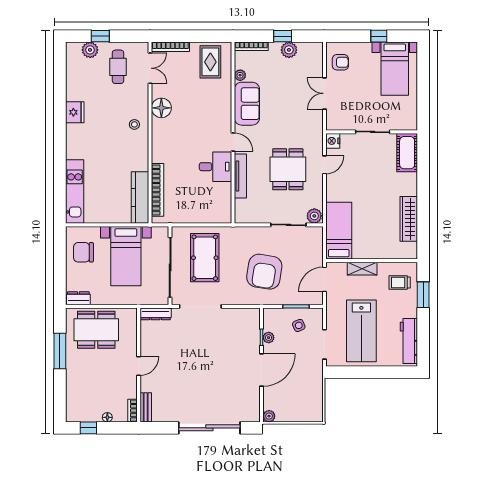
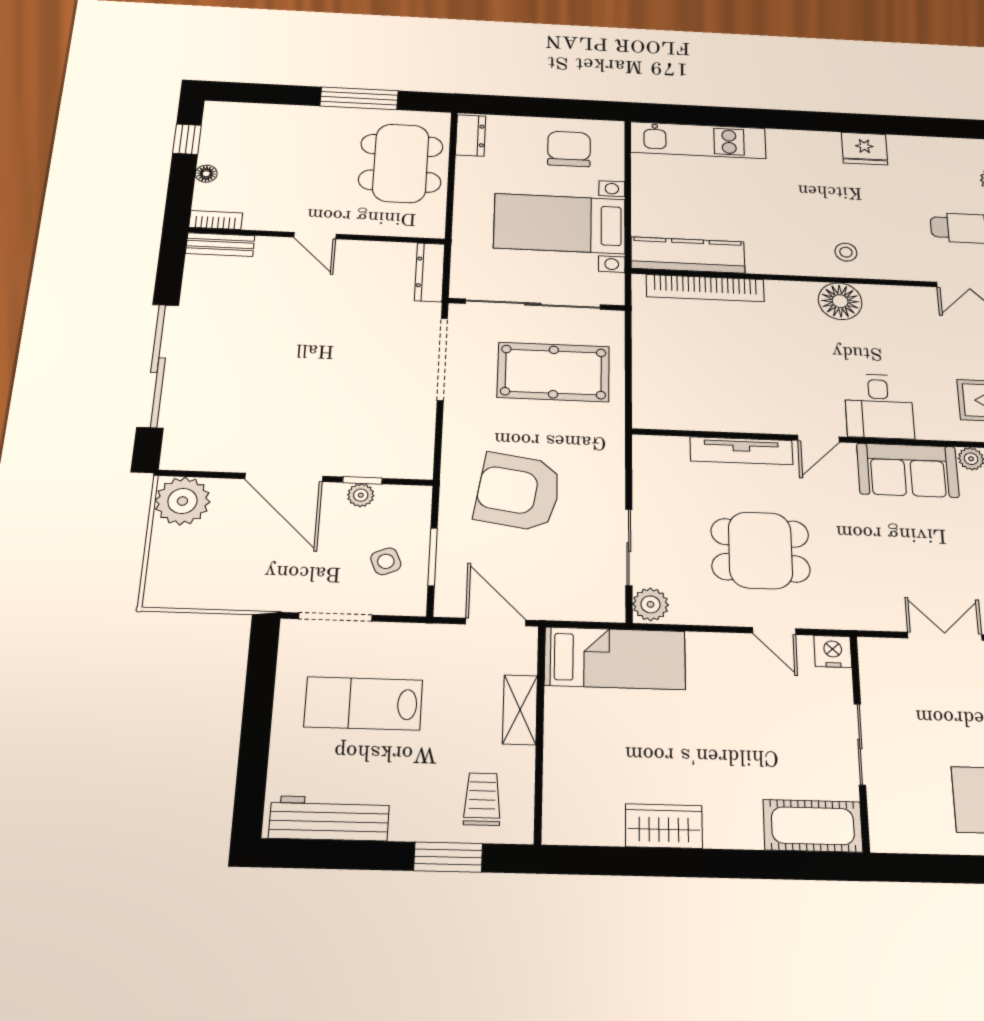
floor lamp: (161, 108) -> (840, 301), moved
desk: (215, 167) -> (879, 406), moved
wardrobe: (409, 219) -> (664, 826), width x0.67
lab bench: (361, 331) -> (363, 703), width x0.73, depth x0.72
plant: (269, 416) -> (182, 501), width x1.87, depth x1.87

